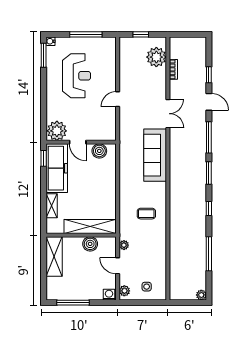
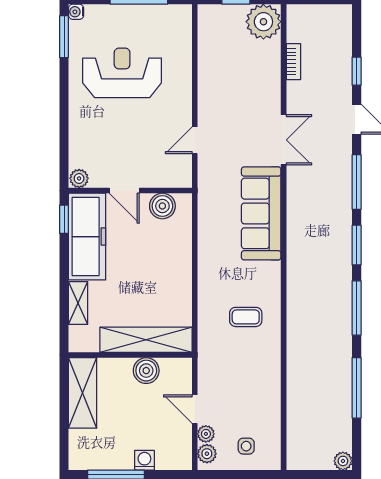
plant: (156, 57) -> (263, 22), moved
reception desk: (77, 76) -> (122, 73), turned -90
door: (118, 99) -> (195, 140), moved
plant: (57, 131) -> (79, 178), width x0.53, depth x0.53
window: (209, 209) -> (357, 308), width x2.17
plant: (124, 245) -> (206, 434), moved
washing machine: (109, 295) -> (144, 460), moved

